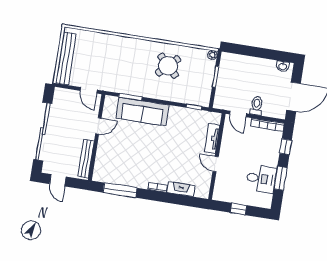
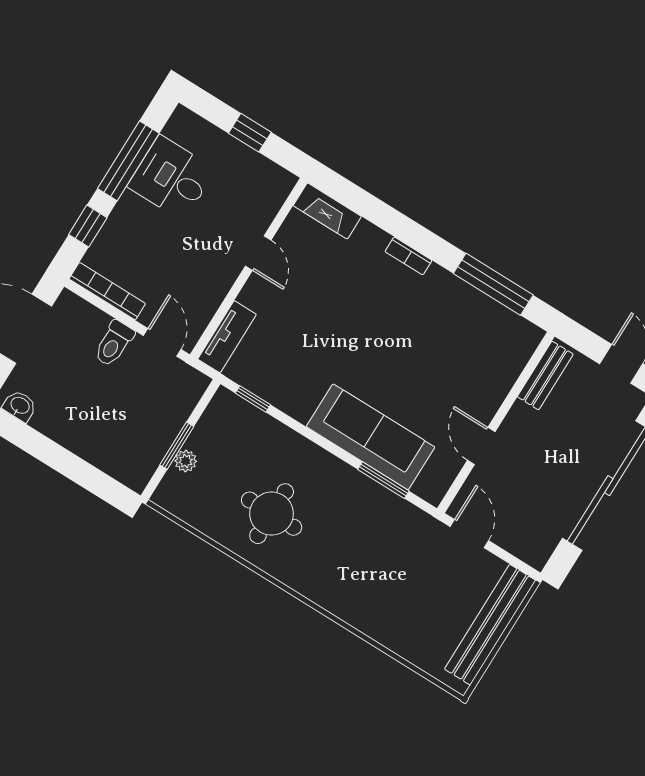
plant: (212, 55) -> (186, 461), moved
round table: (168, 66) -> (272, 514), turned 45
door: (98, 126) -> (481, 446), hinge flipped
tv unit: (212, 138) -> (227, 337), moved
bench: (86, 159) -> (545, 375), width x0.73
window: (281, 178) -> (128, 161), width x1.44
fireplace: (181, 189) -> (327, 211), moved

